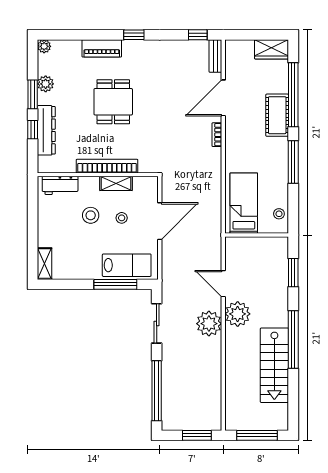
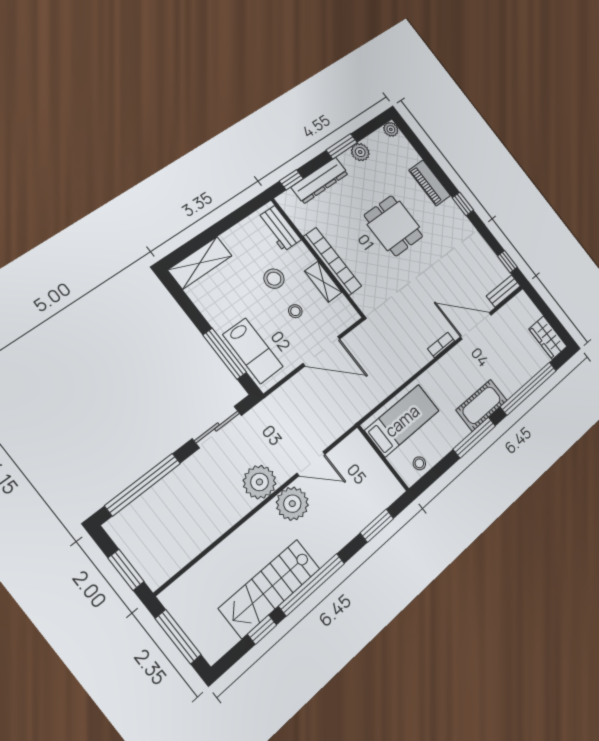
dining table: (113, 102) -> (394, 226), turned 90
cot: (277, 115) -> (482, 405), moved
window: (33, 130) -> (291, 180), moved
shelving: (45, 264) -> (200, 263), width x1.50, depth x1.33
door: (223, 284) -> (311, 464), swing flipped
window: (293, 388) -> (262, 630), added

